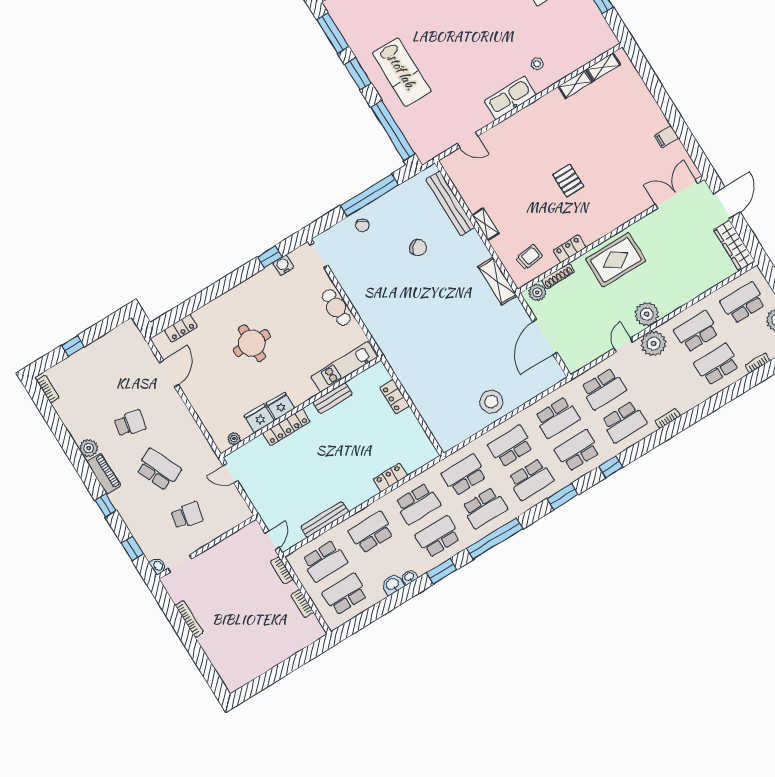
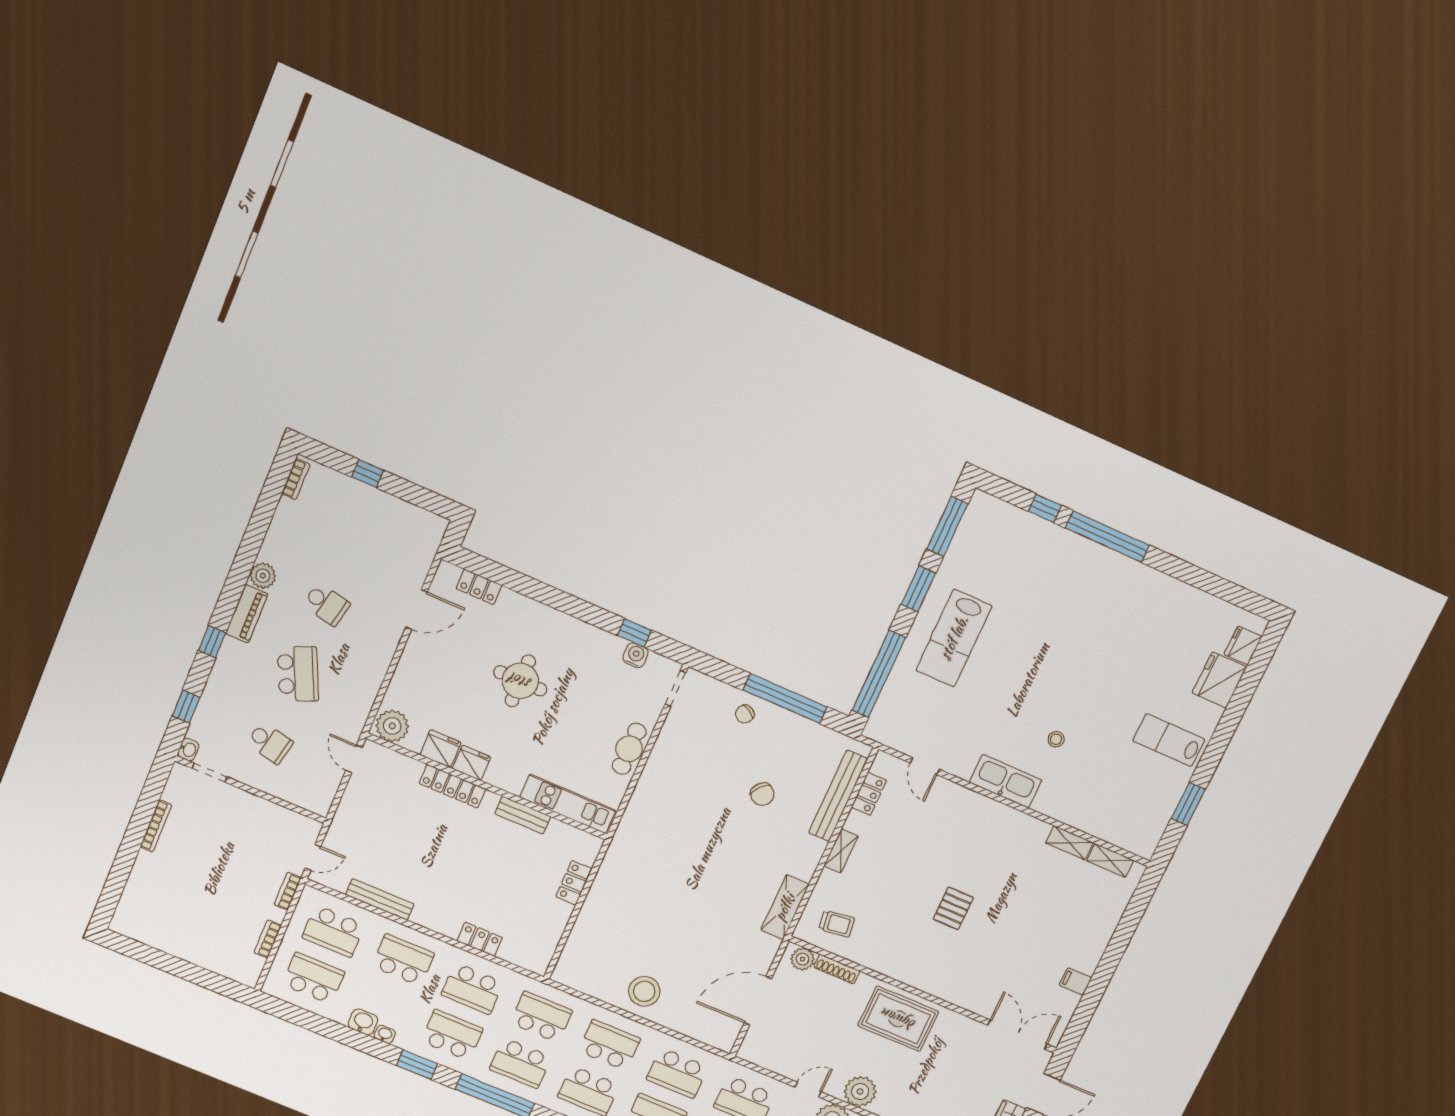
stool: (537, 64) -> (1056, 739), moved
locker: (570, 249) -> (869, 794), moved, turned 90
plant: (234, 439) -> (392, 726), width x1.88, depth x1.88

